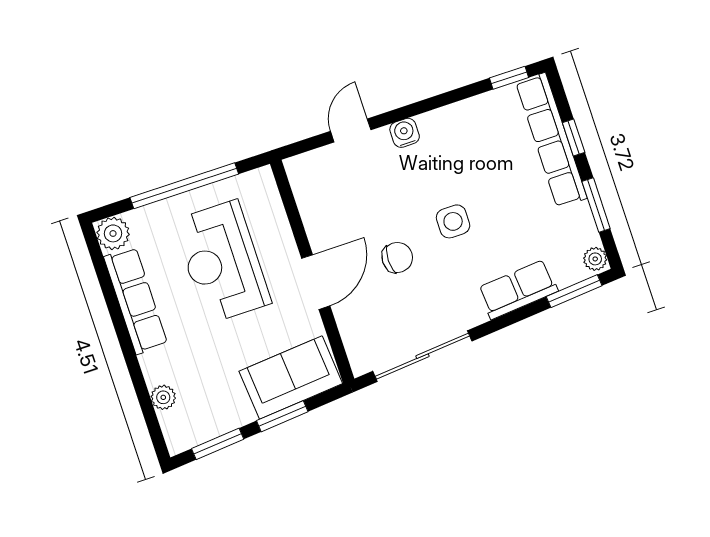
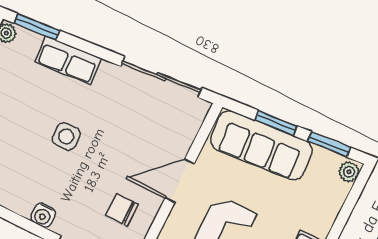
chair: (397, 258) -> (122, 210), moved
sofa: (291, 377) -> (261, 145), width x1.36
plant: (163, 397) -> (349, 172), moved

